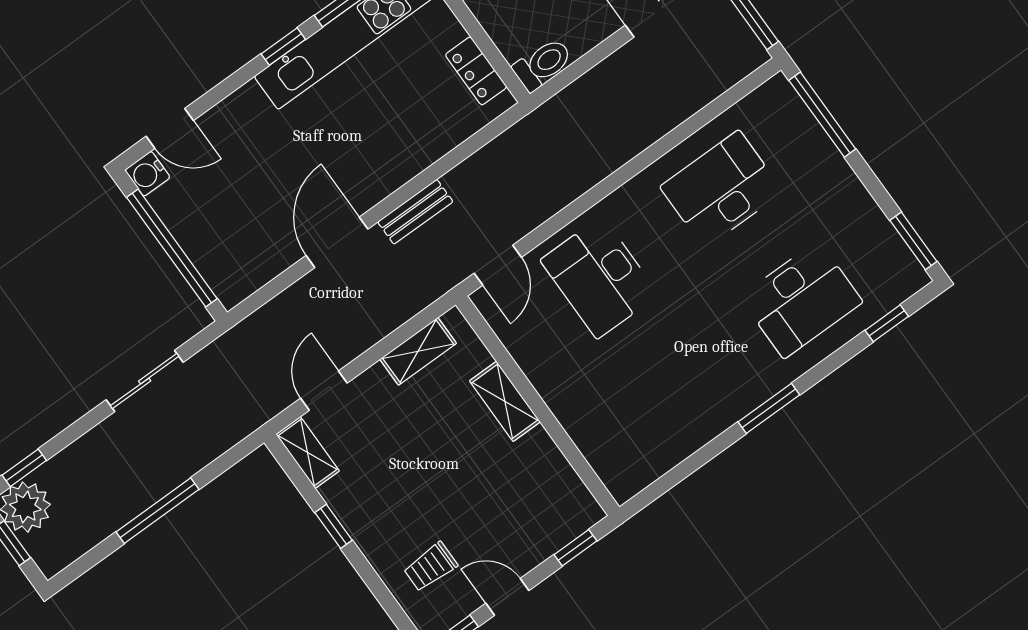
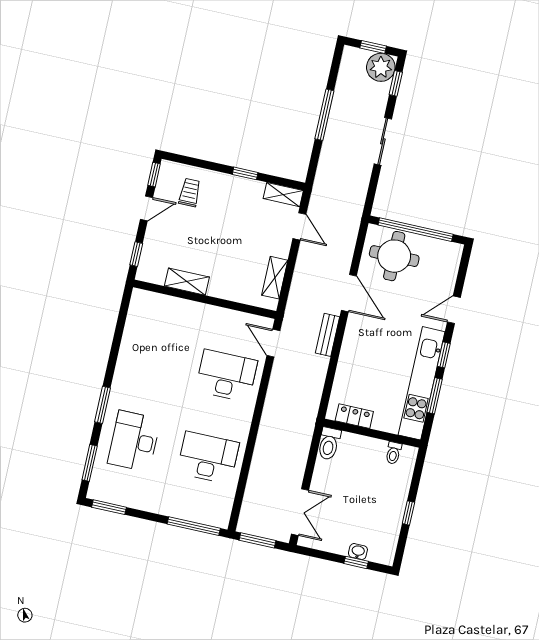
door: (170, 128) -> (454, 310), moved
water cooler: (147, 174) -> (453, 252), removed
desk: (722, 189) -> (208, 458), turned -90
round table: (232, 238) -> (394, 256), added
window: (887, 323) -> (90, 463), width x1.50
sliding door: (145, 381) -> (383, 141), moved
shelving: (505, 401) -> (187, 282), moved
window: (769, 408) -> (103, 405), moved

